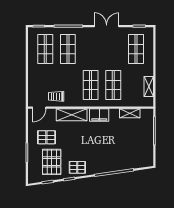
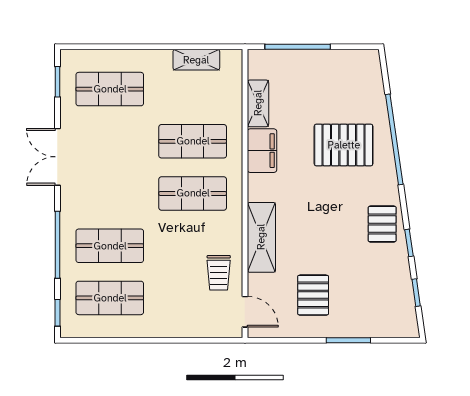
filing cabinet: (99, 115) -> (262, 151), moved
pallet: (52, 162) -> (344, 145), moved

